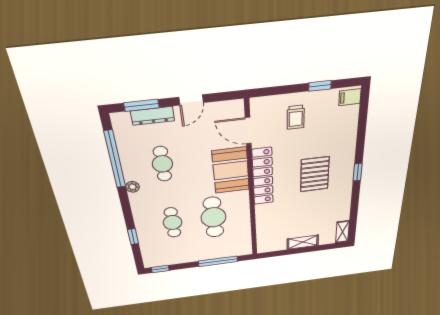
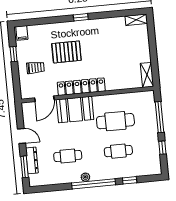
window: (115, 159) -> (94, 184), moved
pallet: (315, 174) -> (66, 52), moved
shelving: (303, 242) -> (147, 75), moved
window: (160, 269) -> (162, 148), moved

